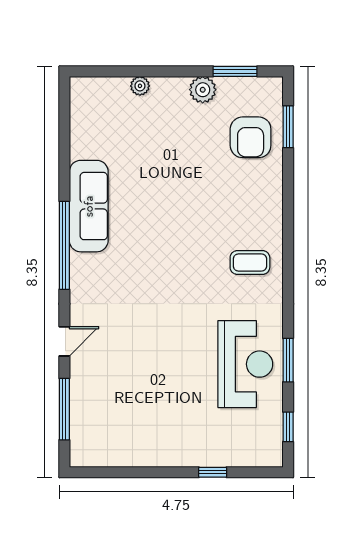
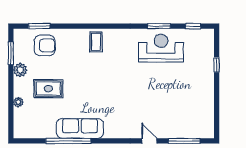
rug: (166, 145) -> (48, 89), added
window: (64, 245) -> (68, 141), moved
coffee table: (250, 262) -> (96, 42), moved

